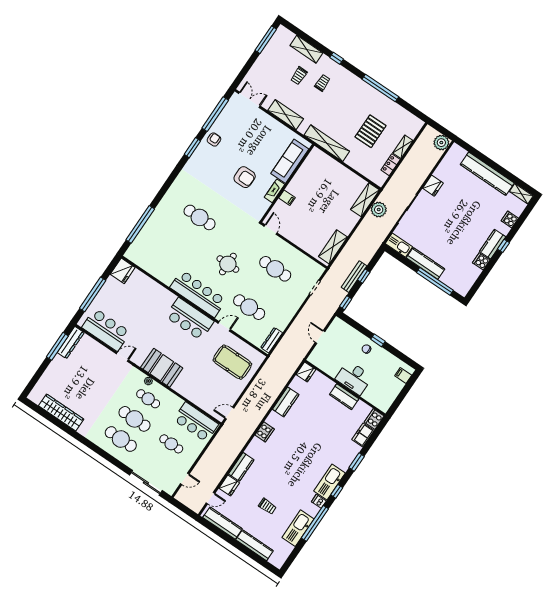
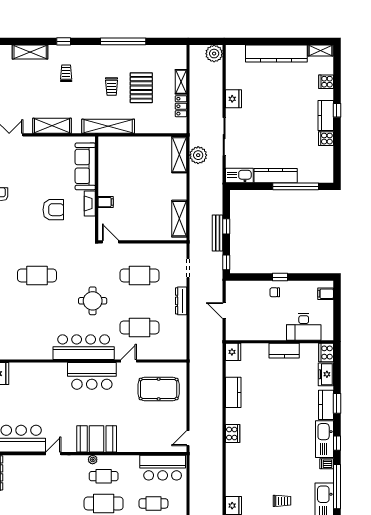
trolley: (299, 76) -> (112, 87), moved
dresser: (272, 340) -> (181, 301), moved
desk: (354, 378) -> (304, 327), moved
kitchen counter: (241, 467) -> (326, 405), moved, turned 180

